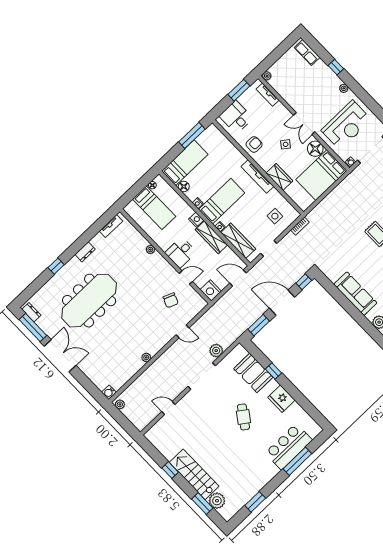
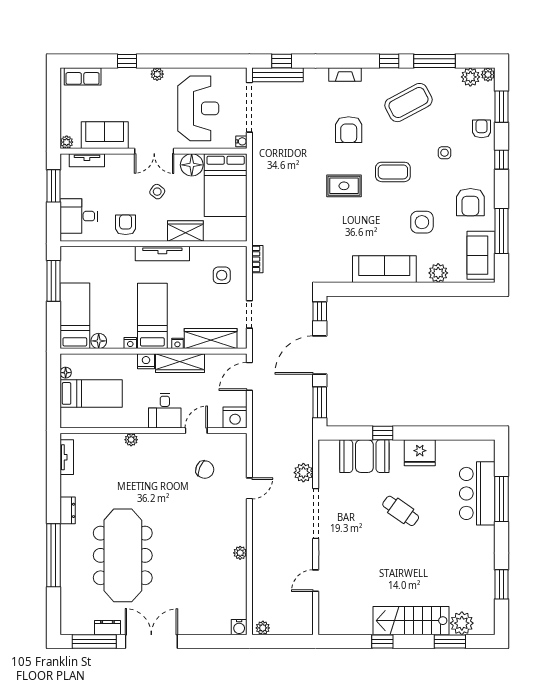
sofa: (289, 91) -> (105, 135), added
window: (56, 266) -> (53, 555), width x3.17
dresser: (31, 312) -> (107, 628), moved

